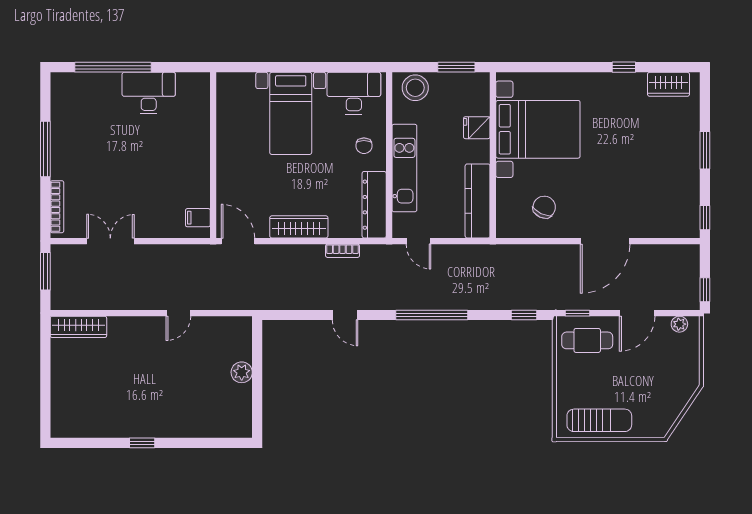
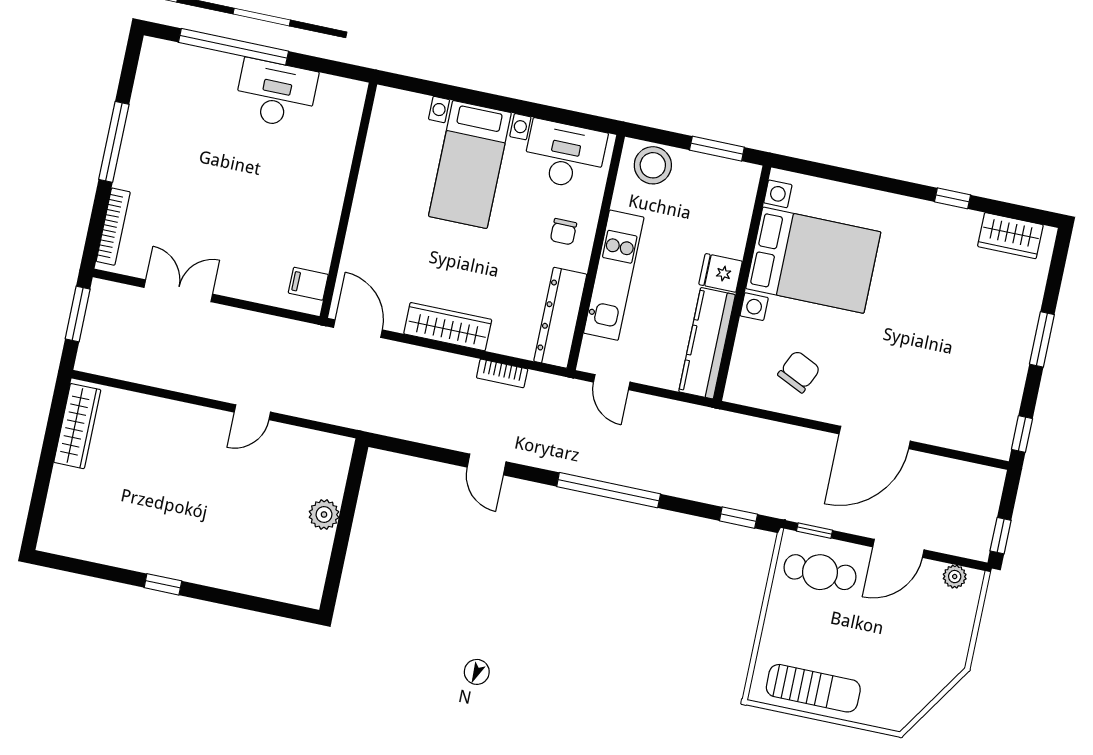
fridge: (477, 128) -> (721, 273), moved
wardrobe: (78, 327) -> (77, 426), moved, turned -90

